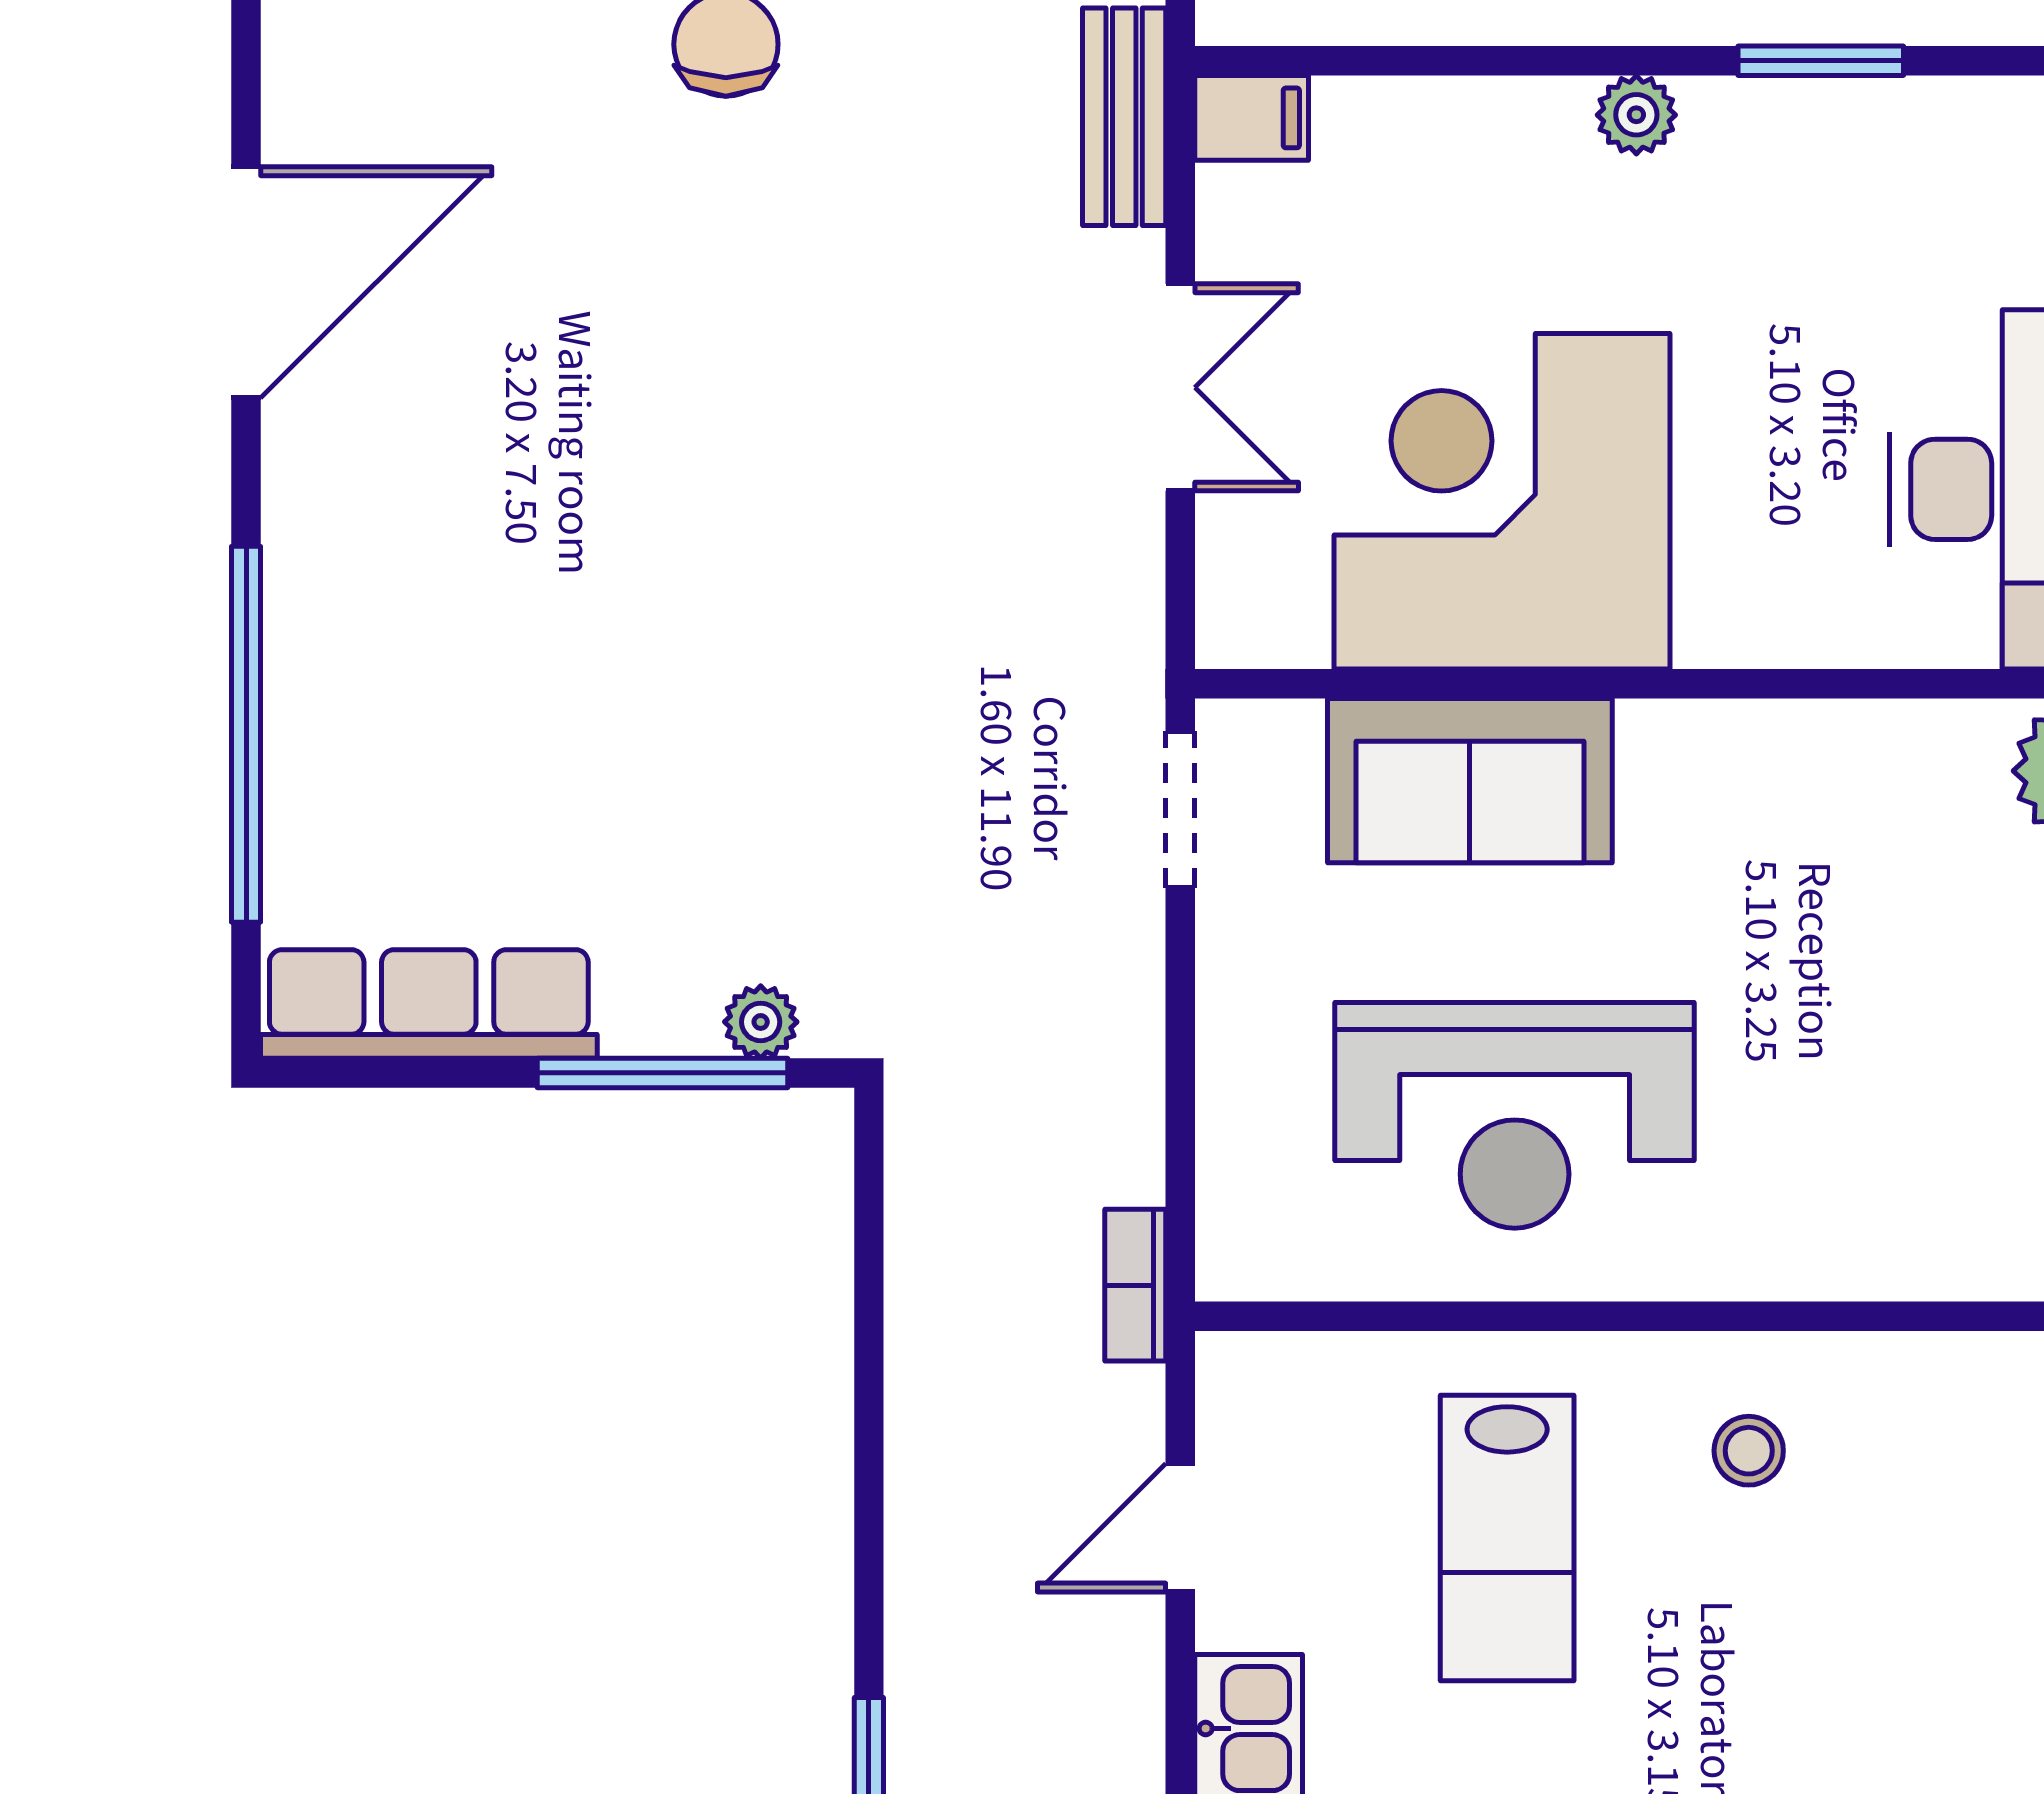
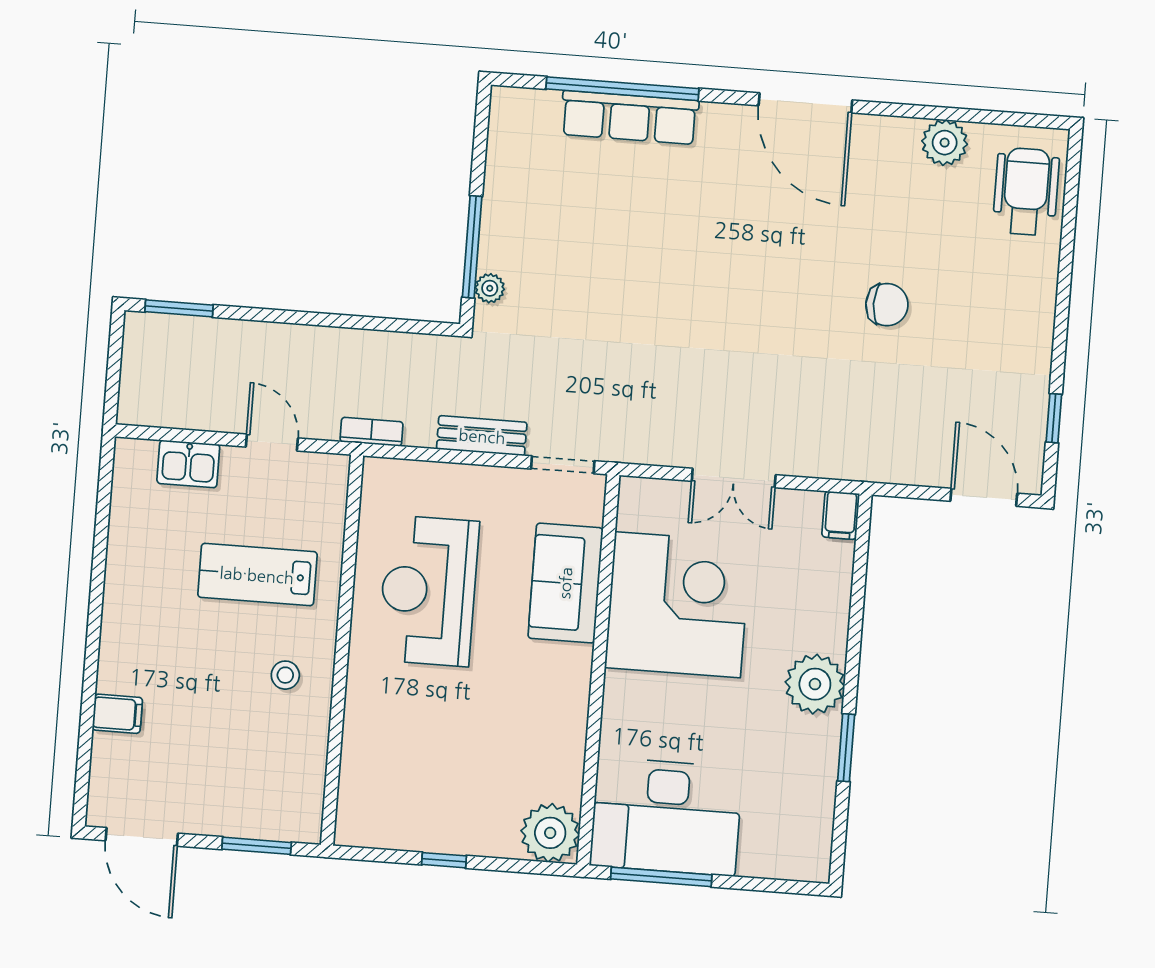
plant: (1636, 115) -> (815, 684), width x1.87, depth x1.87
bench: (1124, 117) -> (482, 436), moved
row of seats: (429, 1004) -> (630, 117), moved, turned 90

